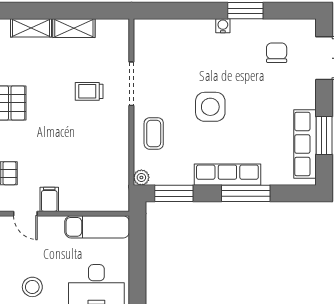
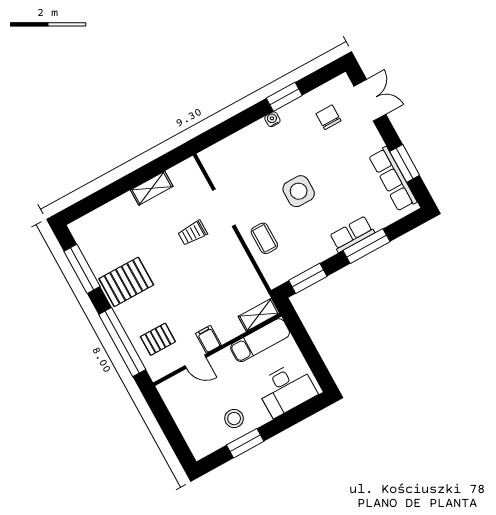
shelving: (31, 28) -> (259, 315), moved
row of seats: (227, 175) -> (352, 234), width x0.68
plant: (141, 177) -> (274, 280), removed

